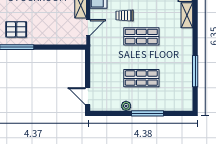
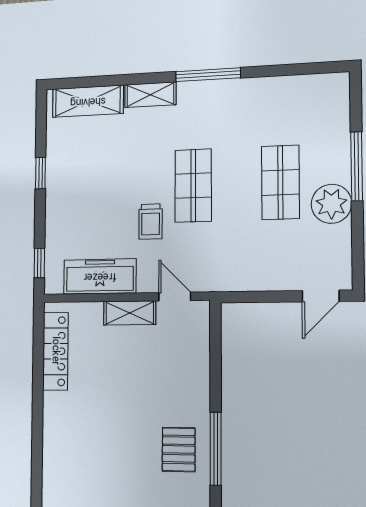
window: (195, 71) -> (208, 75), moved
plant: (126, 106) -> (331, 204), width x1.87, depth x1.87

